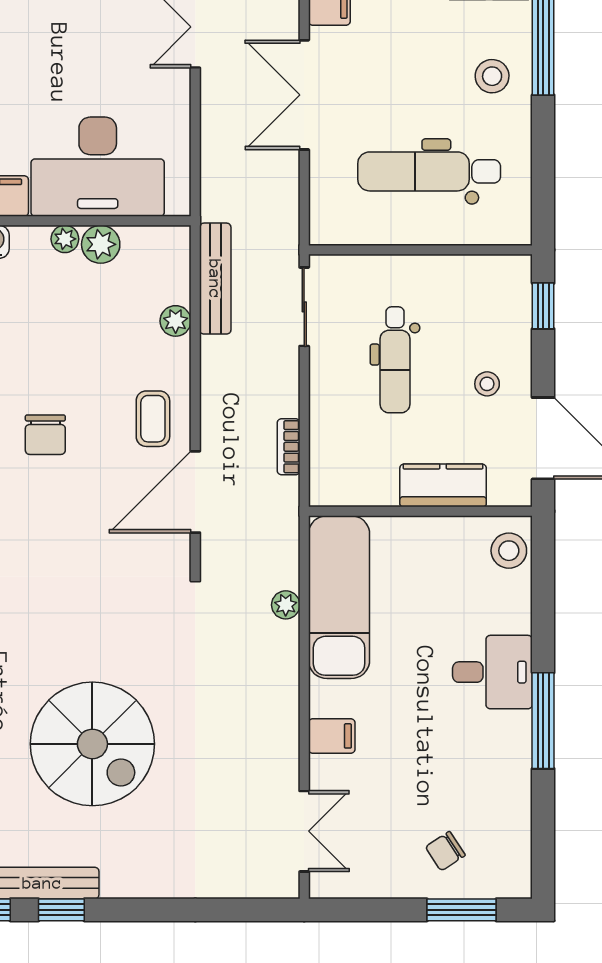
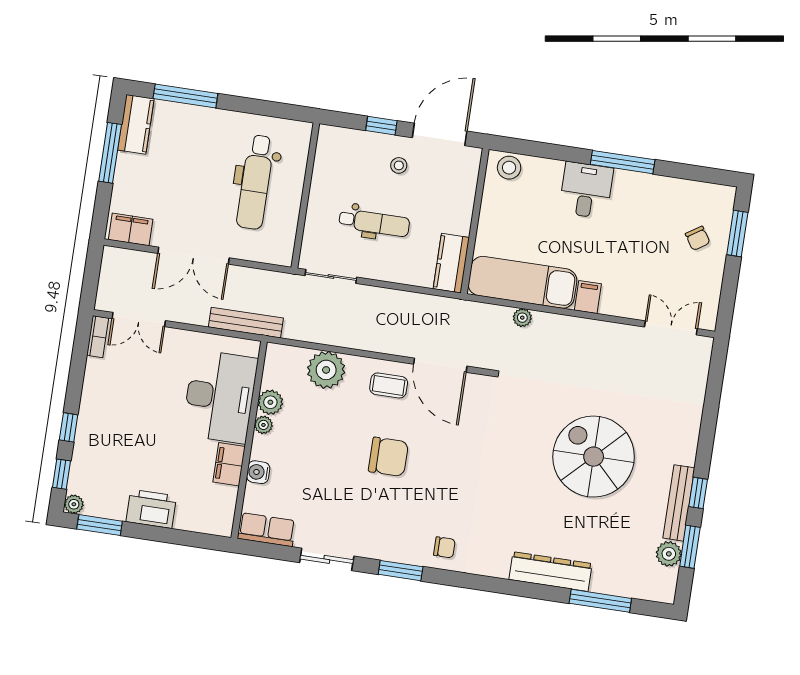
stool: (492, 76) -> (200, 132), removed
bench: (215, 279) -> (246, 323), moved
window: (543, 306) -> (381, 126), moved
plant: (176, 321) -> (326, 370), width x1.87, depth x1.87
chair: (45, 435) -> (388, 457), width x1.37, depth x1.37
bookcase: (289, 447) -> (420, 300), removed
kitchen counter: (443, 485) -> (451, 263), moved
filing cabinet: (332, 736) -> (588, 297), moved
spiral stairs: (92, 744) -> (594, 457), turned -90

